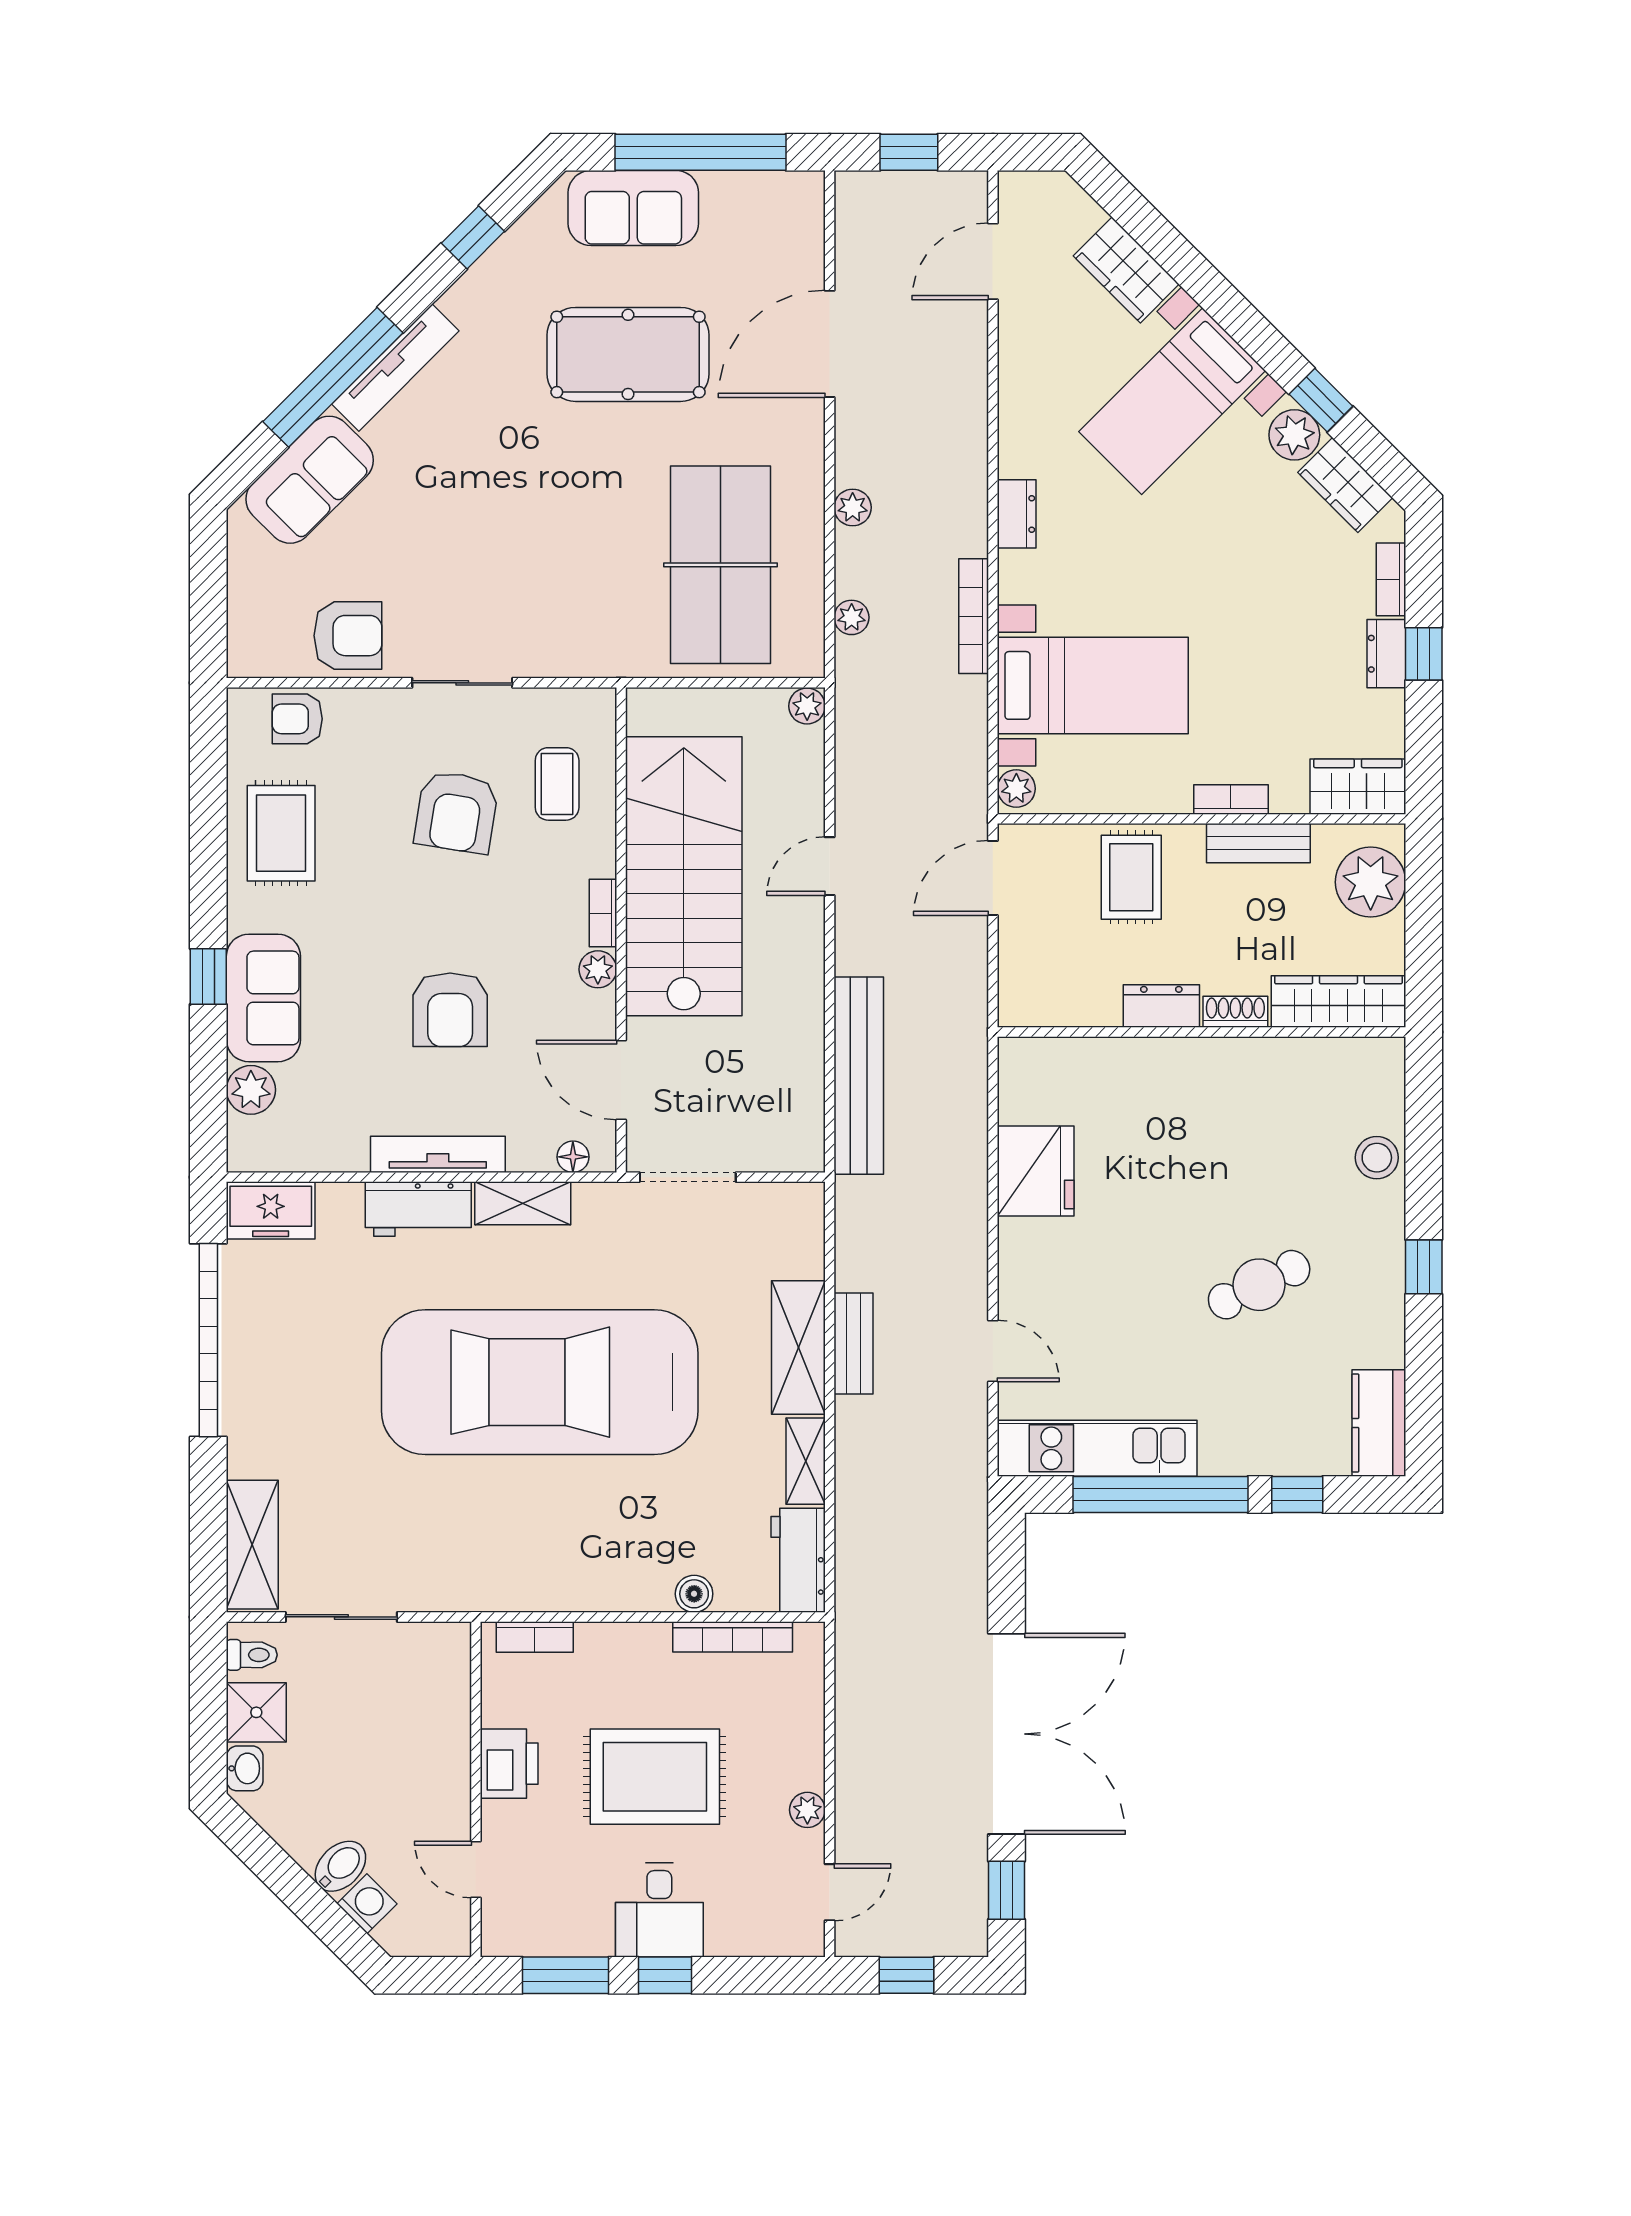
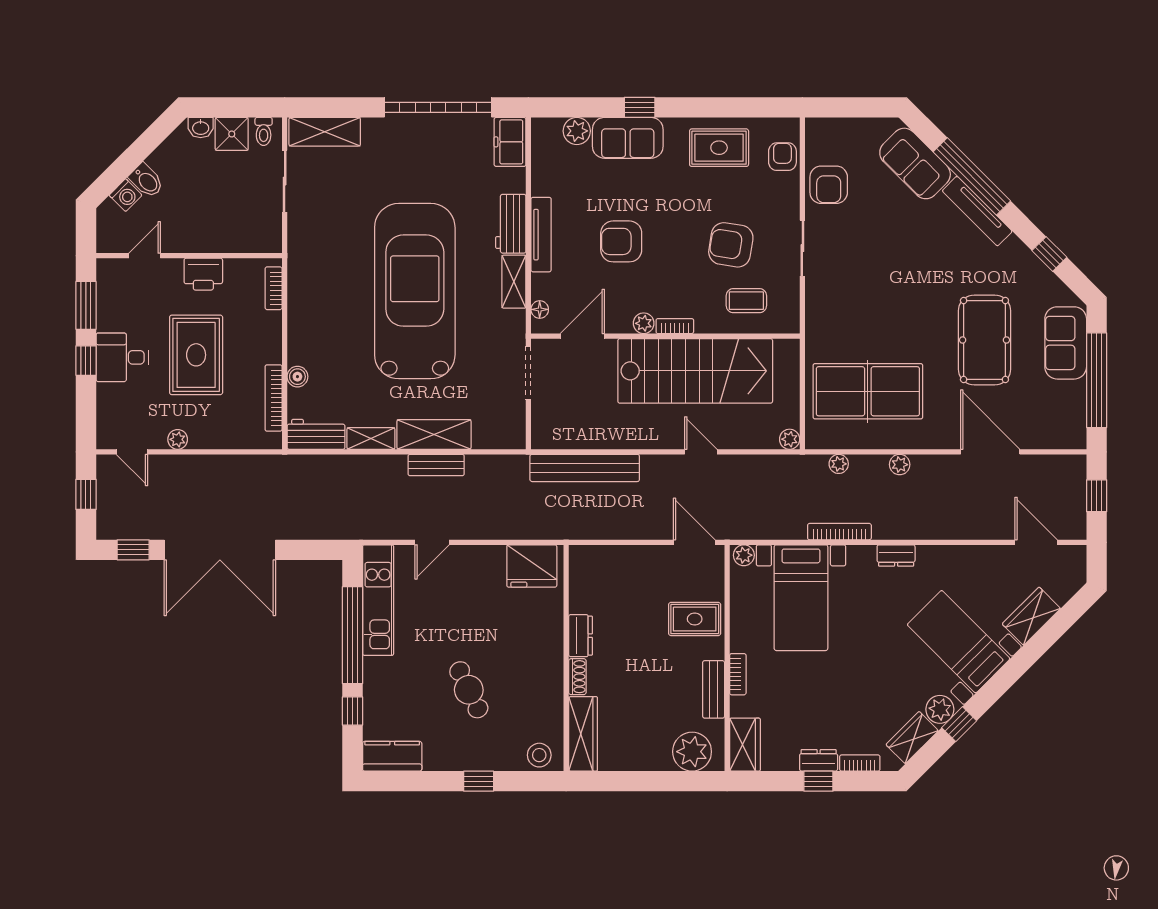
wardrobe: (1338, 1001) -> (583, 734), moved
dresser: (1161, 1006) -> (581, 636), moved
shoe rack: (1235, 1012) -> (577, 677), moved
wall: (1202, 1032) -> (566, 658), moved

